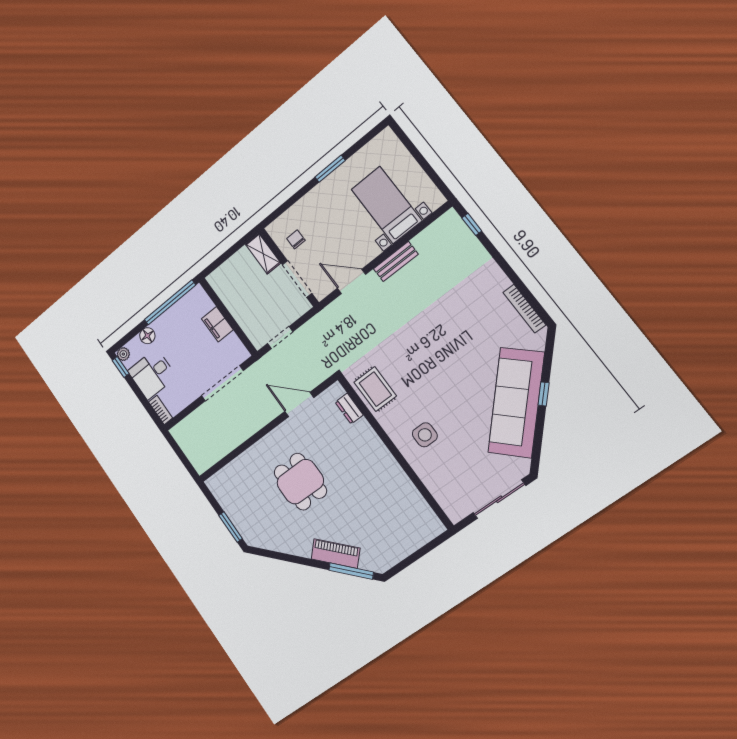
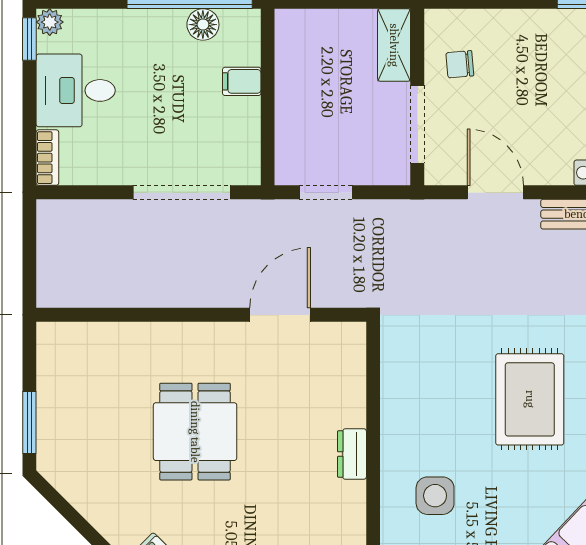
chair: (296, 239) -> (460, 64), turned -95
filing cabinet: (217, 324) -> (242, 81), width x0.50
floor lamp: (147, 336) -> (203, 25), moved
rug: (375, 389) -> (530, 399), moved, width x1.36, depth x1.43
door: (299, 405) -> (280, 315), hinge flipped
dresser: (349, 409) -> (352, 454), moved

